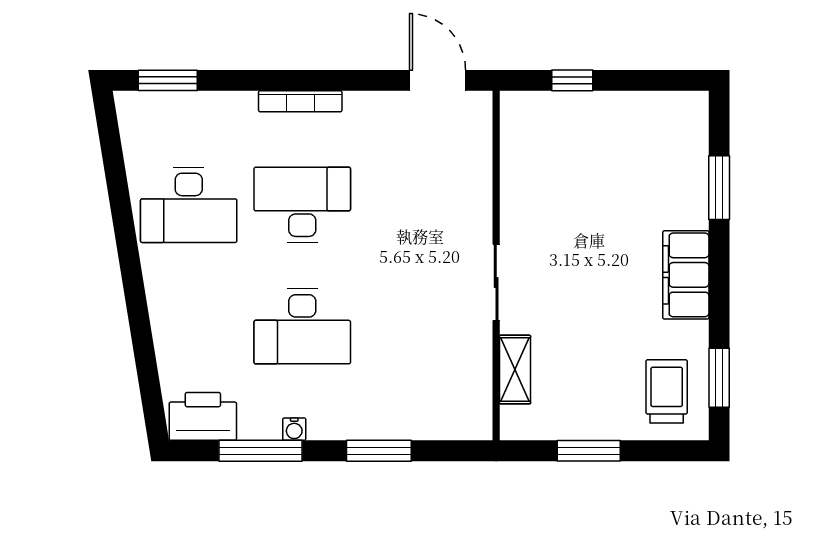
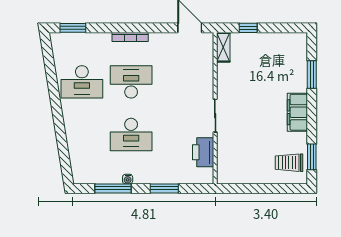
shelving: (515, 370) -> (223, 47), moved
trolley: (667, 391) -> (289, 163), turned -90
printer: (203, 416) -> (203, 152), moved, turned -90
window: (589, 451) -> (255, 188), removed

